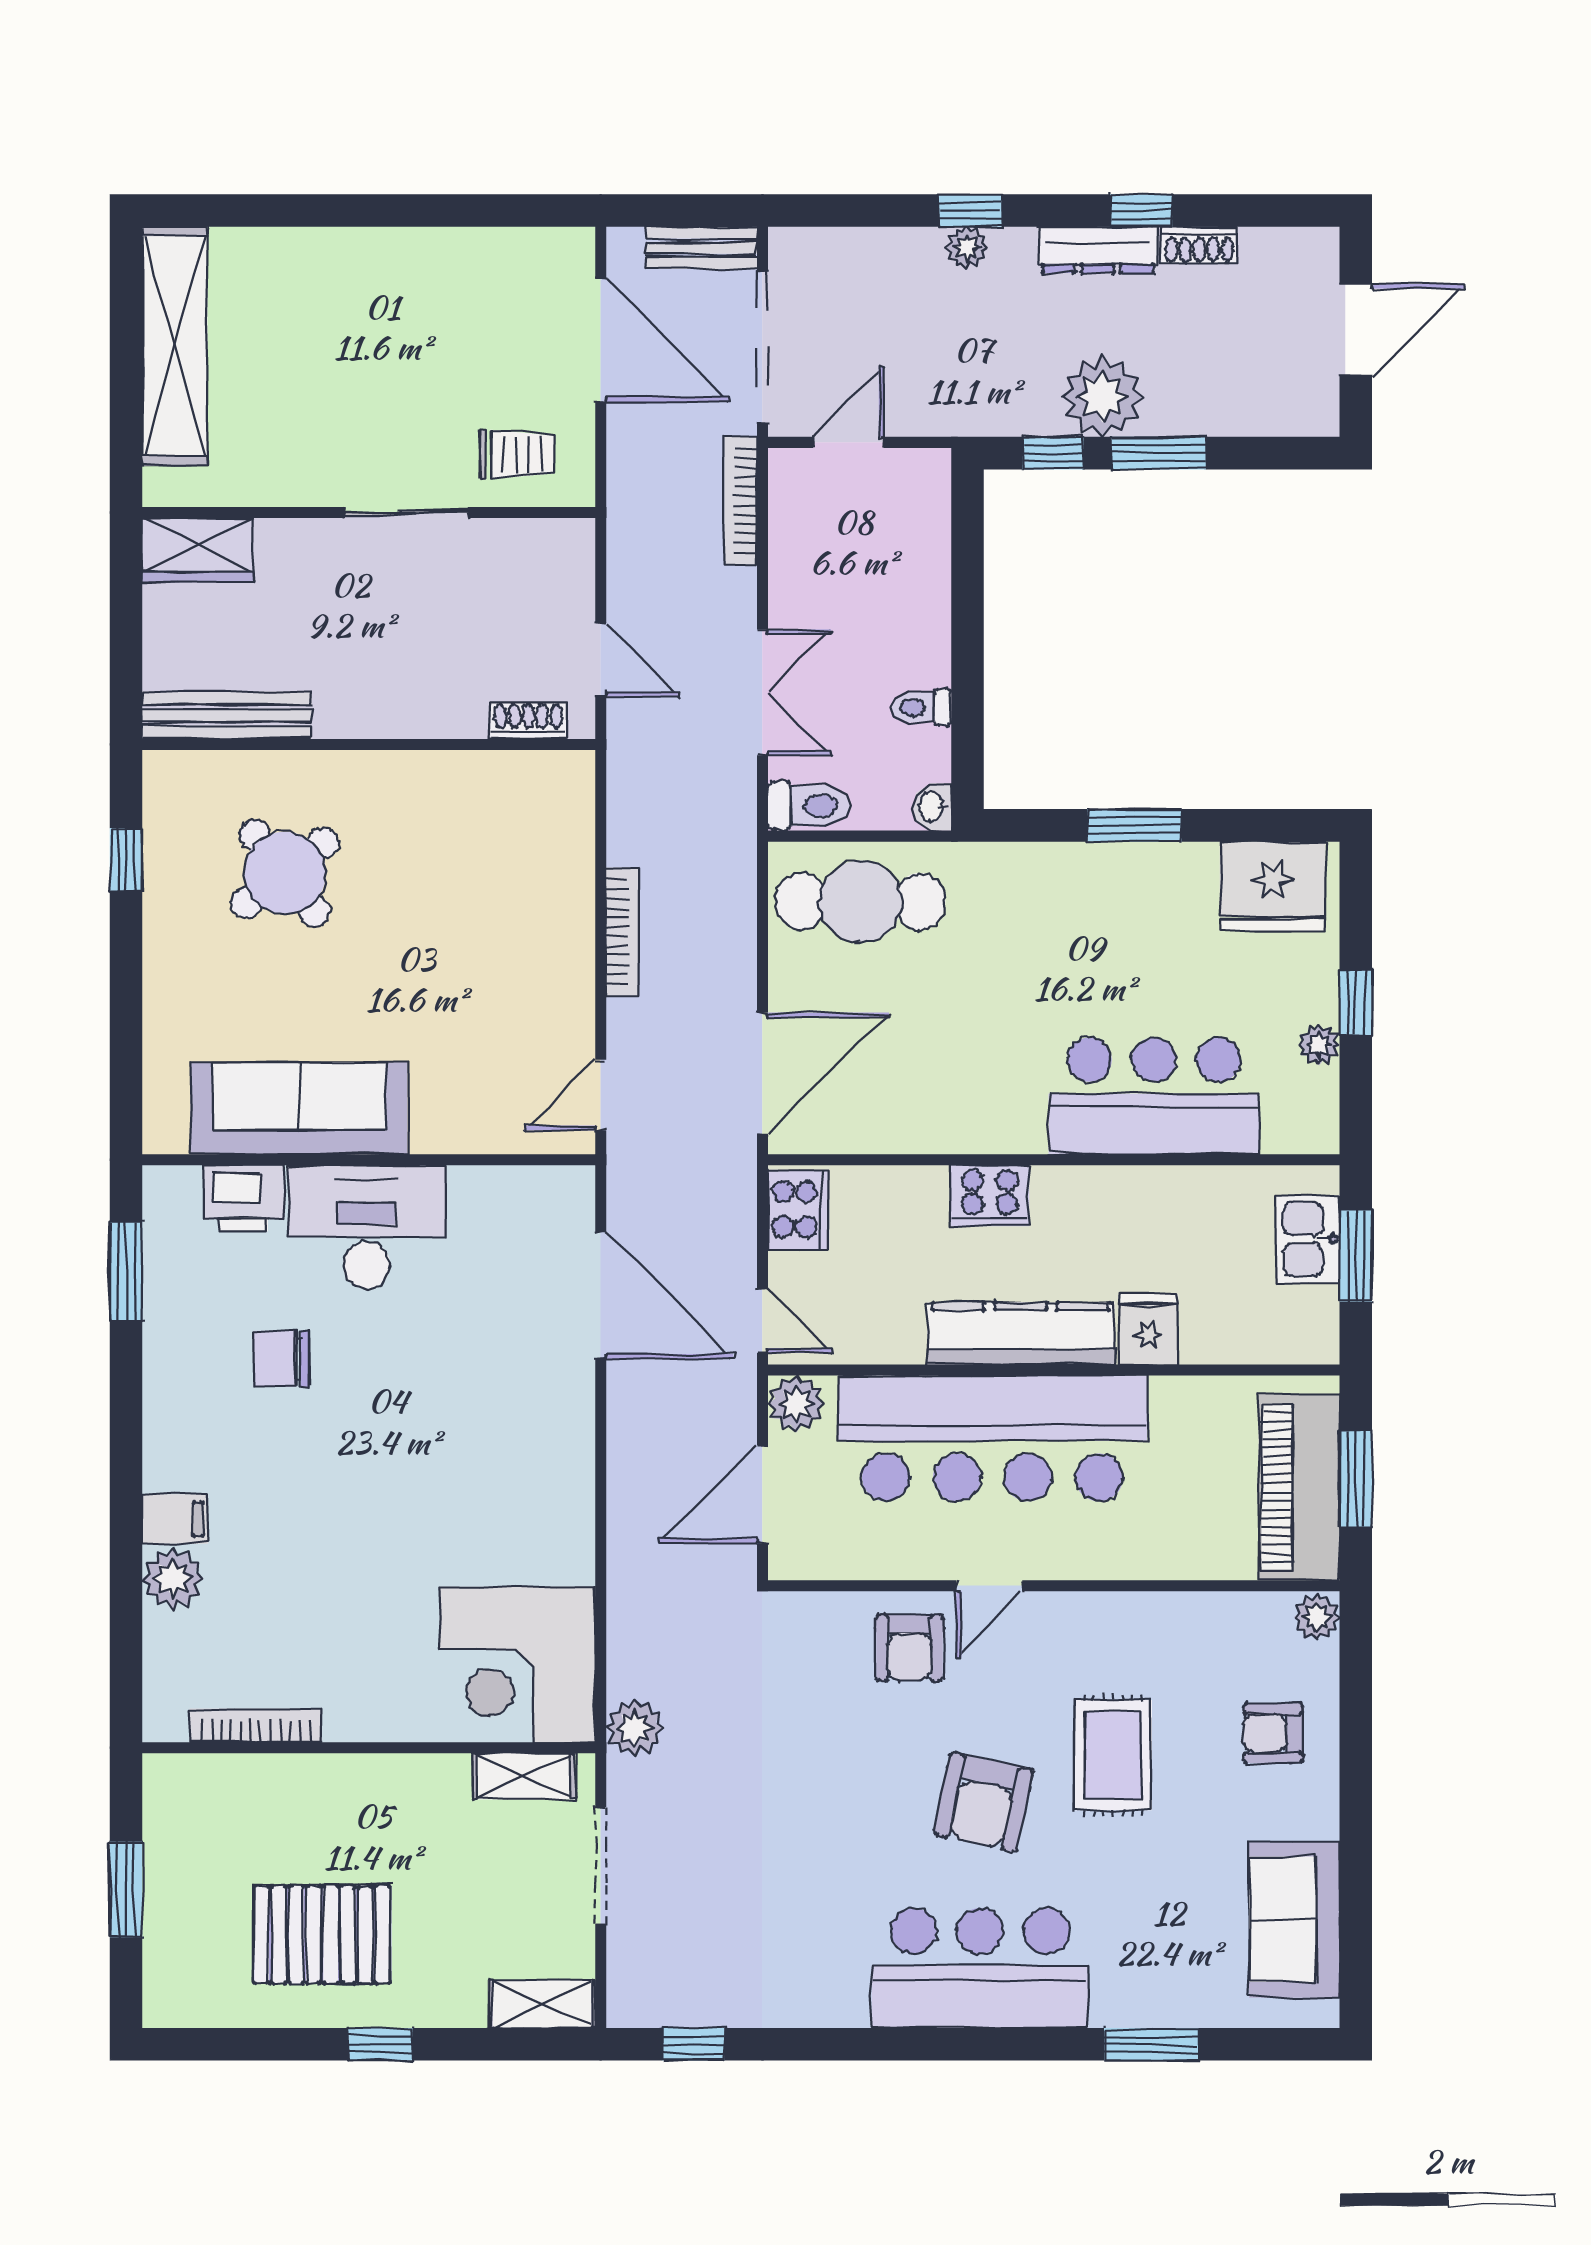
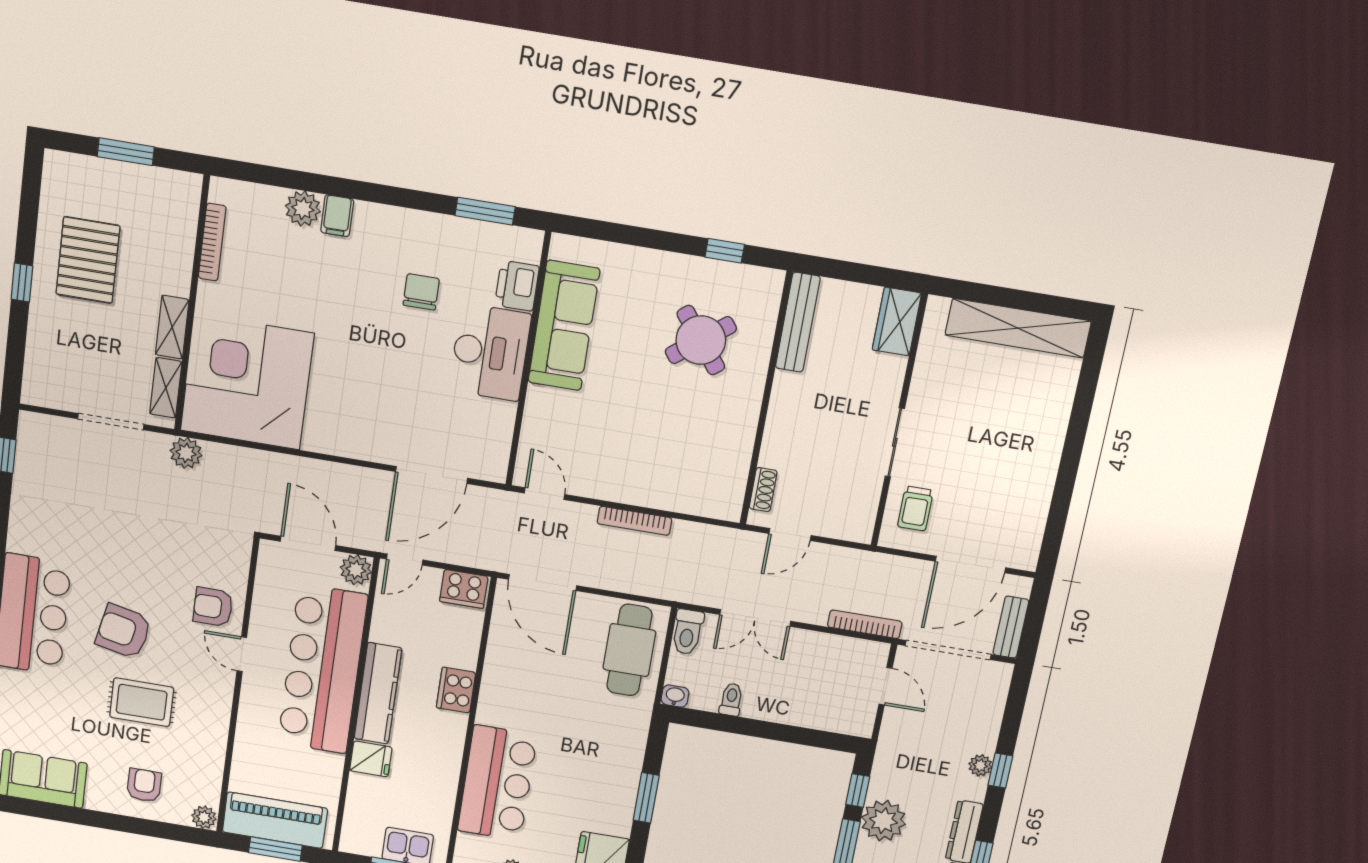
corner desk: (518, 1665) -> (247, 382), width x1.36, depth x1.36
shelving: (542, 2004) -> (172, 327), moved

